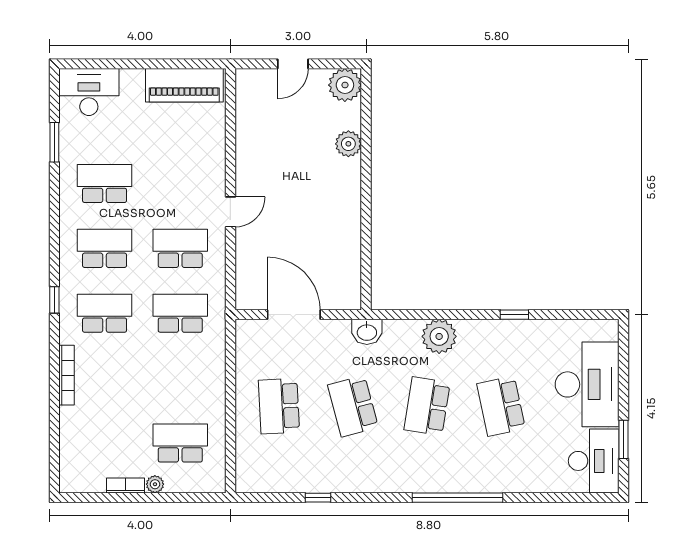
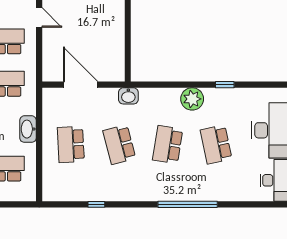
door: (230, 212) -> (39, 17), hinge flipped
plant: (439, 336) -> (192, 99), moved
washbasin: (213, 383) -> (28, 129), added

